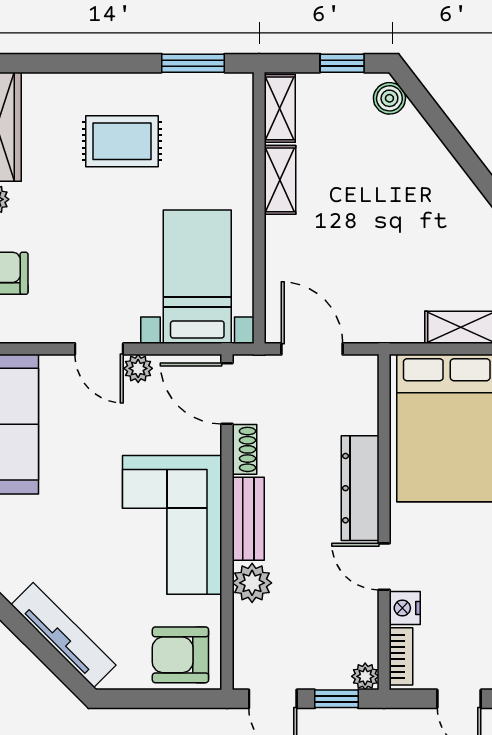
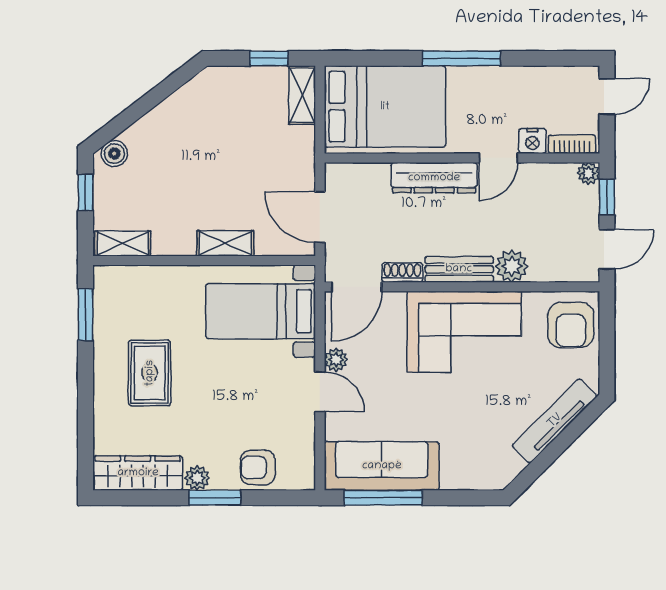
shelving: (280, 180) -> (225, 243), moved
door: (99, 349) -> (320, 392), hinge flipped
door: (312, 349) -> (320, 217), hinge flipped

